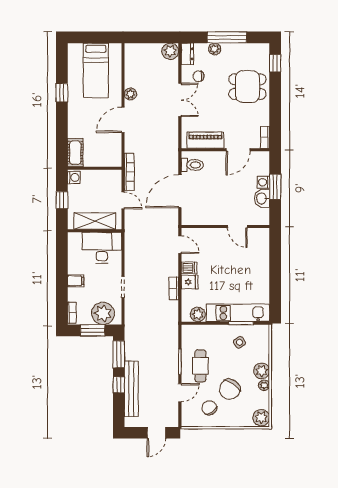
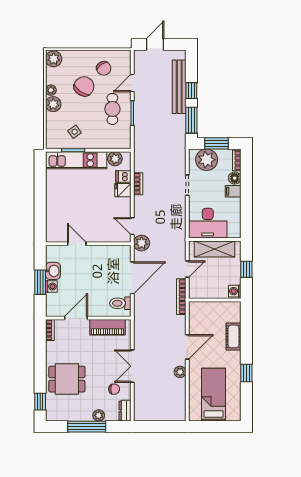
plant: (170, 51) -> (142, 243), moved
cot: (75, 153) -> (233, 336), moved
door: (123, 200) -> (187, 269), swing flipped
dishwasher: (189, 268) -> (123, 176), moved
floor lamp: (74, 294) -> (235, 178), added

